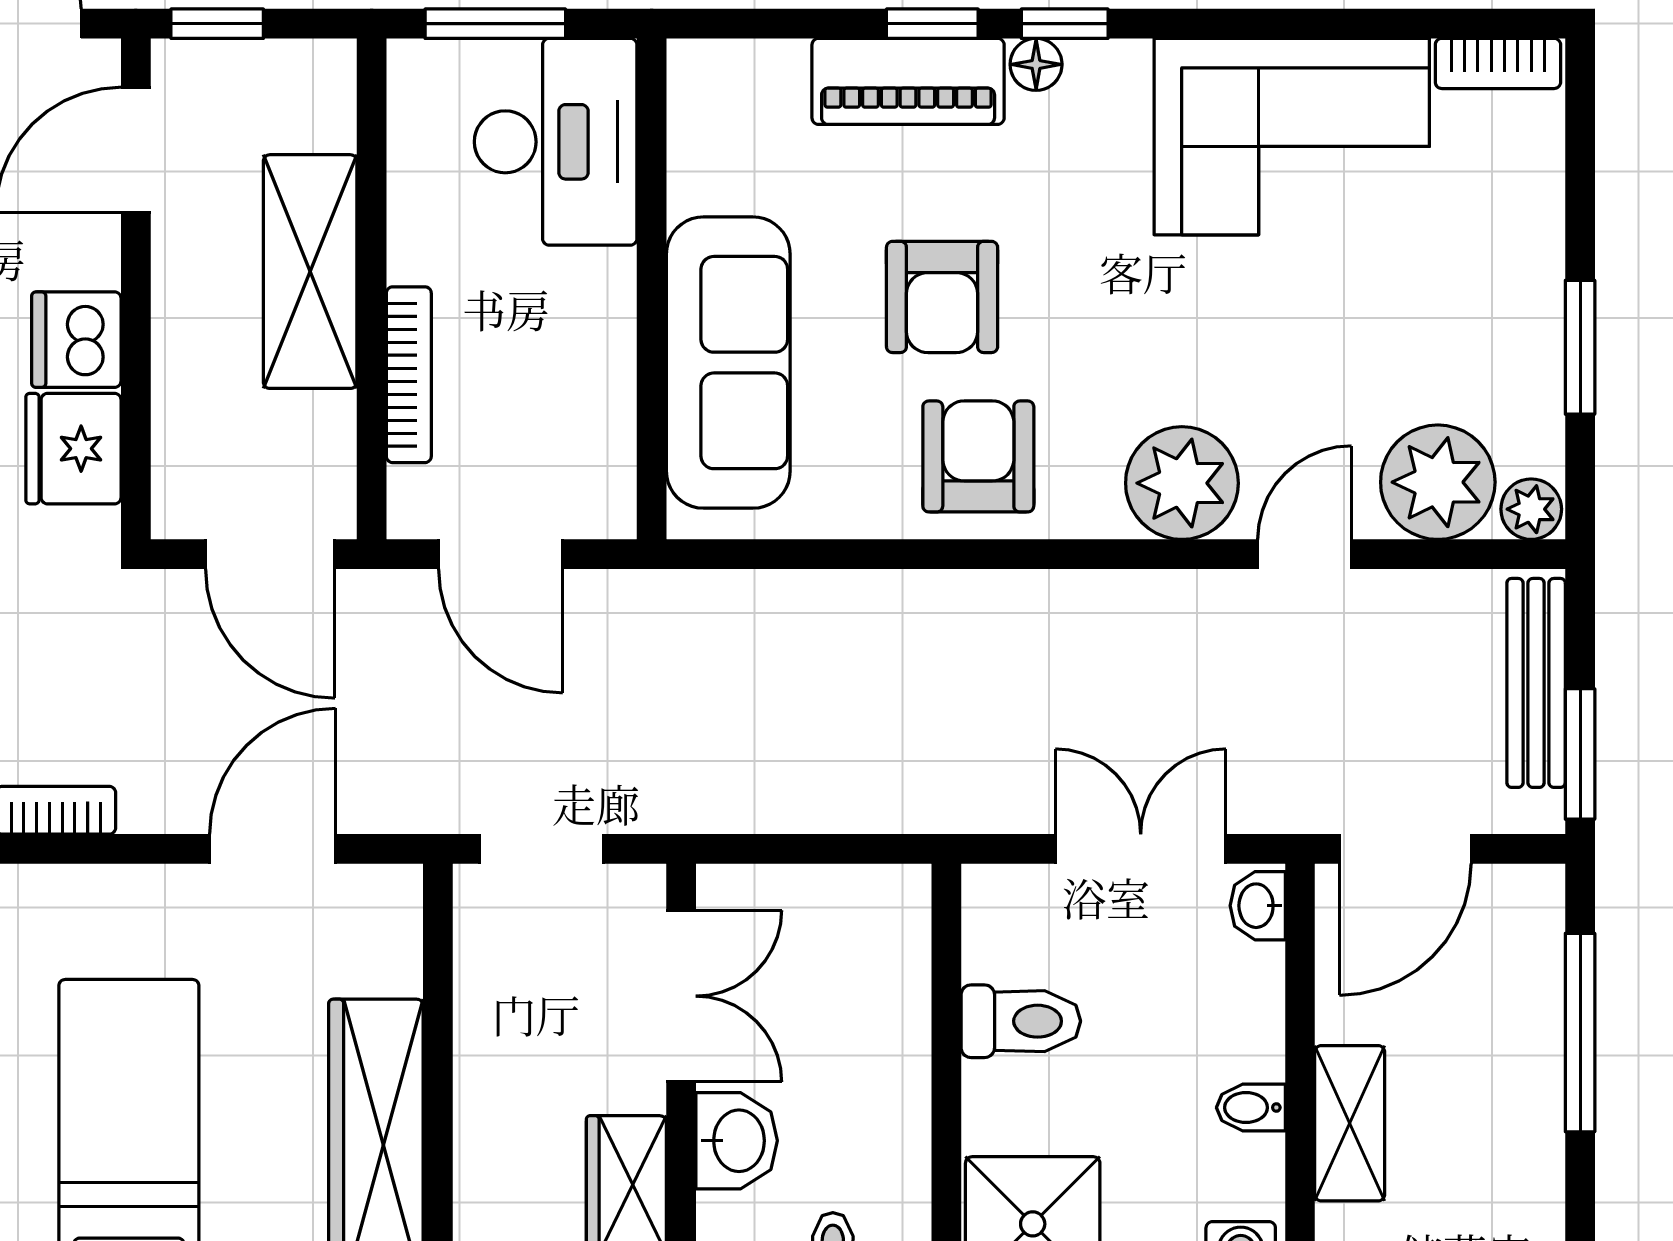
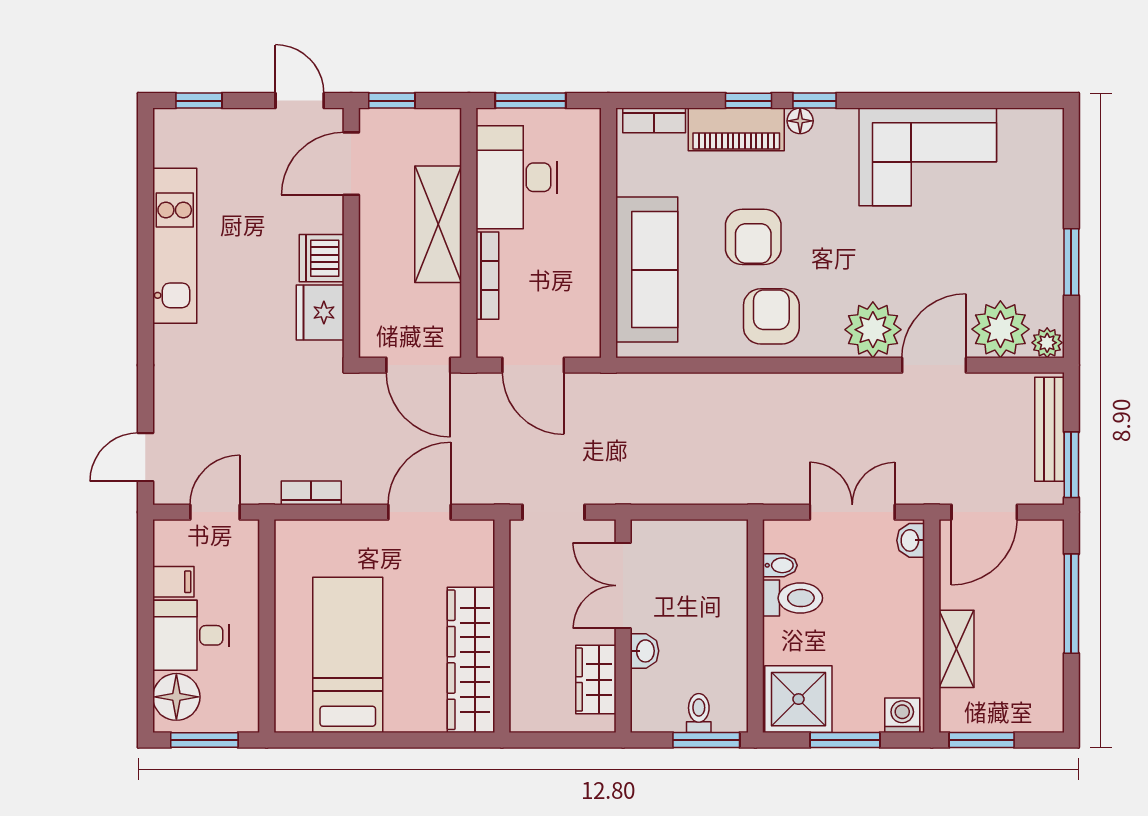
bookcase: (1498, 63) -> (654, 120), moved
desk: (556, 142) -> (517, 177), moved, turned 180
door: (1305, 554) -> (934, 365), width x1.38
double door: (681, 996) -> (623, 586), swing flipped
bidet: (1251, 1108) -> (780, 565), moved, turned 180
washbasin: (737, 1141) -> (645, 651), width x0.72, depth x0.69

